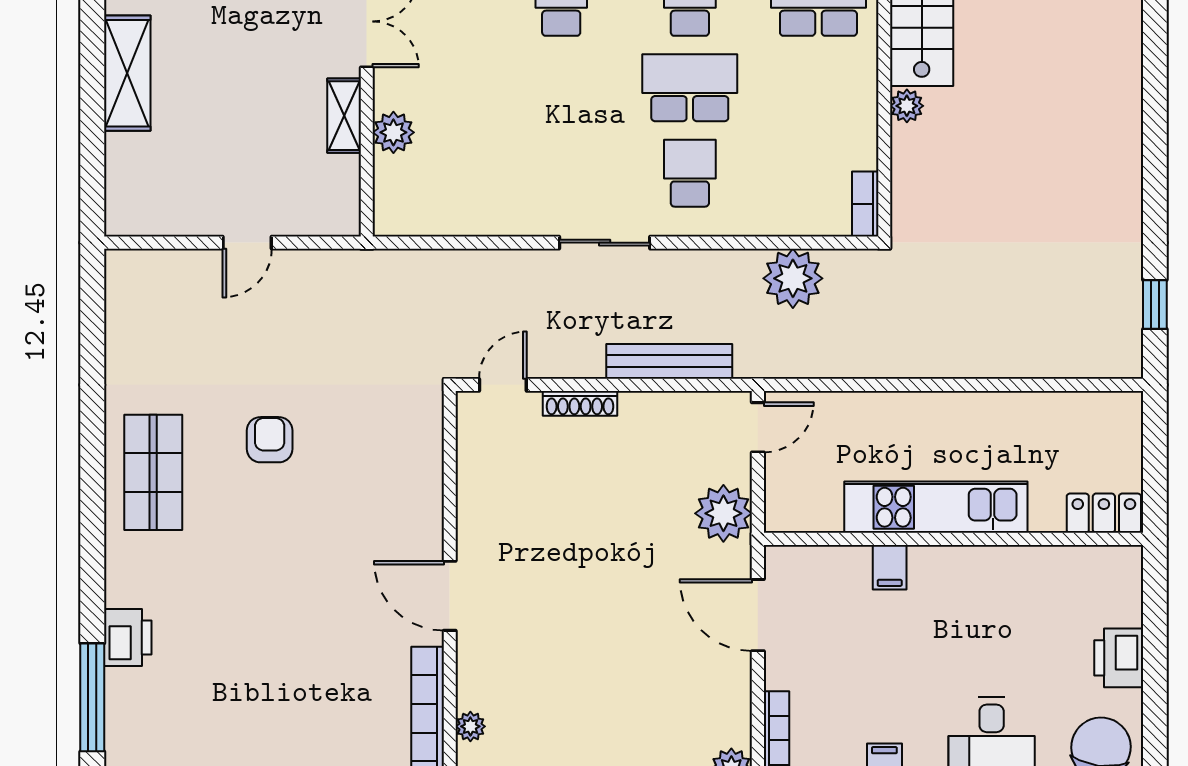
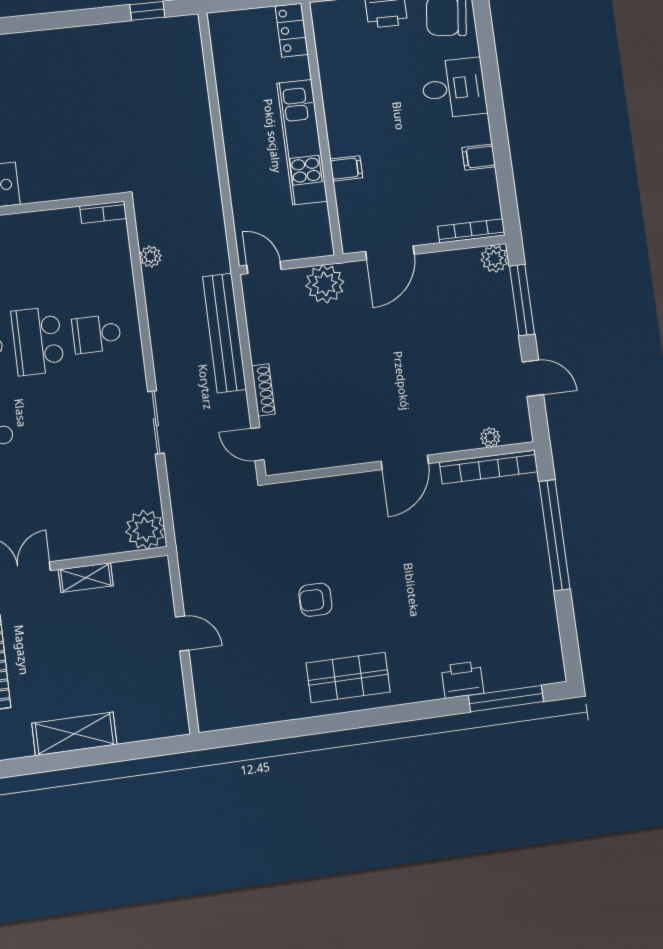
plant: (907, 106) -> (32, 192), removed
plant: (393, 132) -> (145, 530), moved, width x1.36, depth x1.36
sliding door: (605, 243) -> (156, 422), moved
plant: (793, 278) -> (150, 257), width x0.53, depth x0.53
bench: (669, 361) -> (224, 333), width x1.37, depth x1.21

